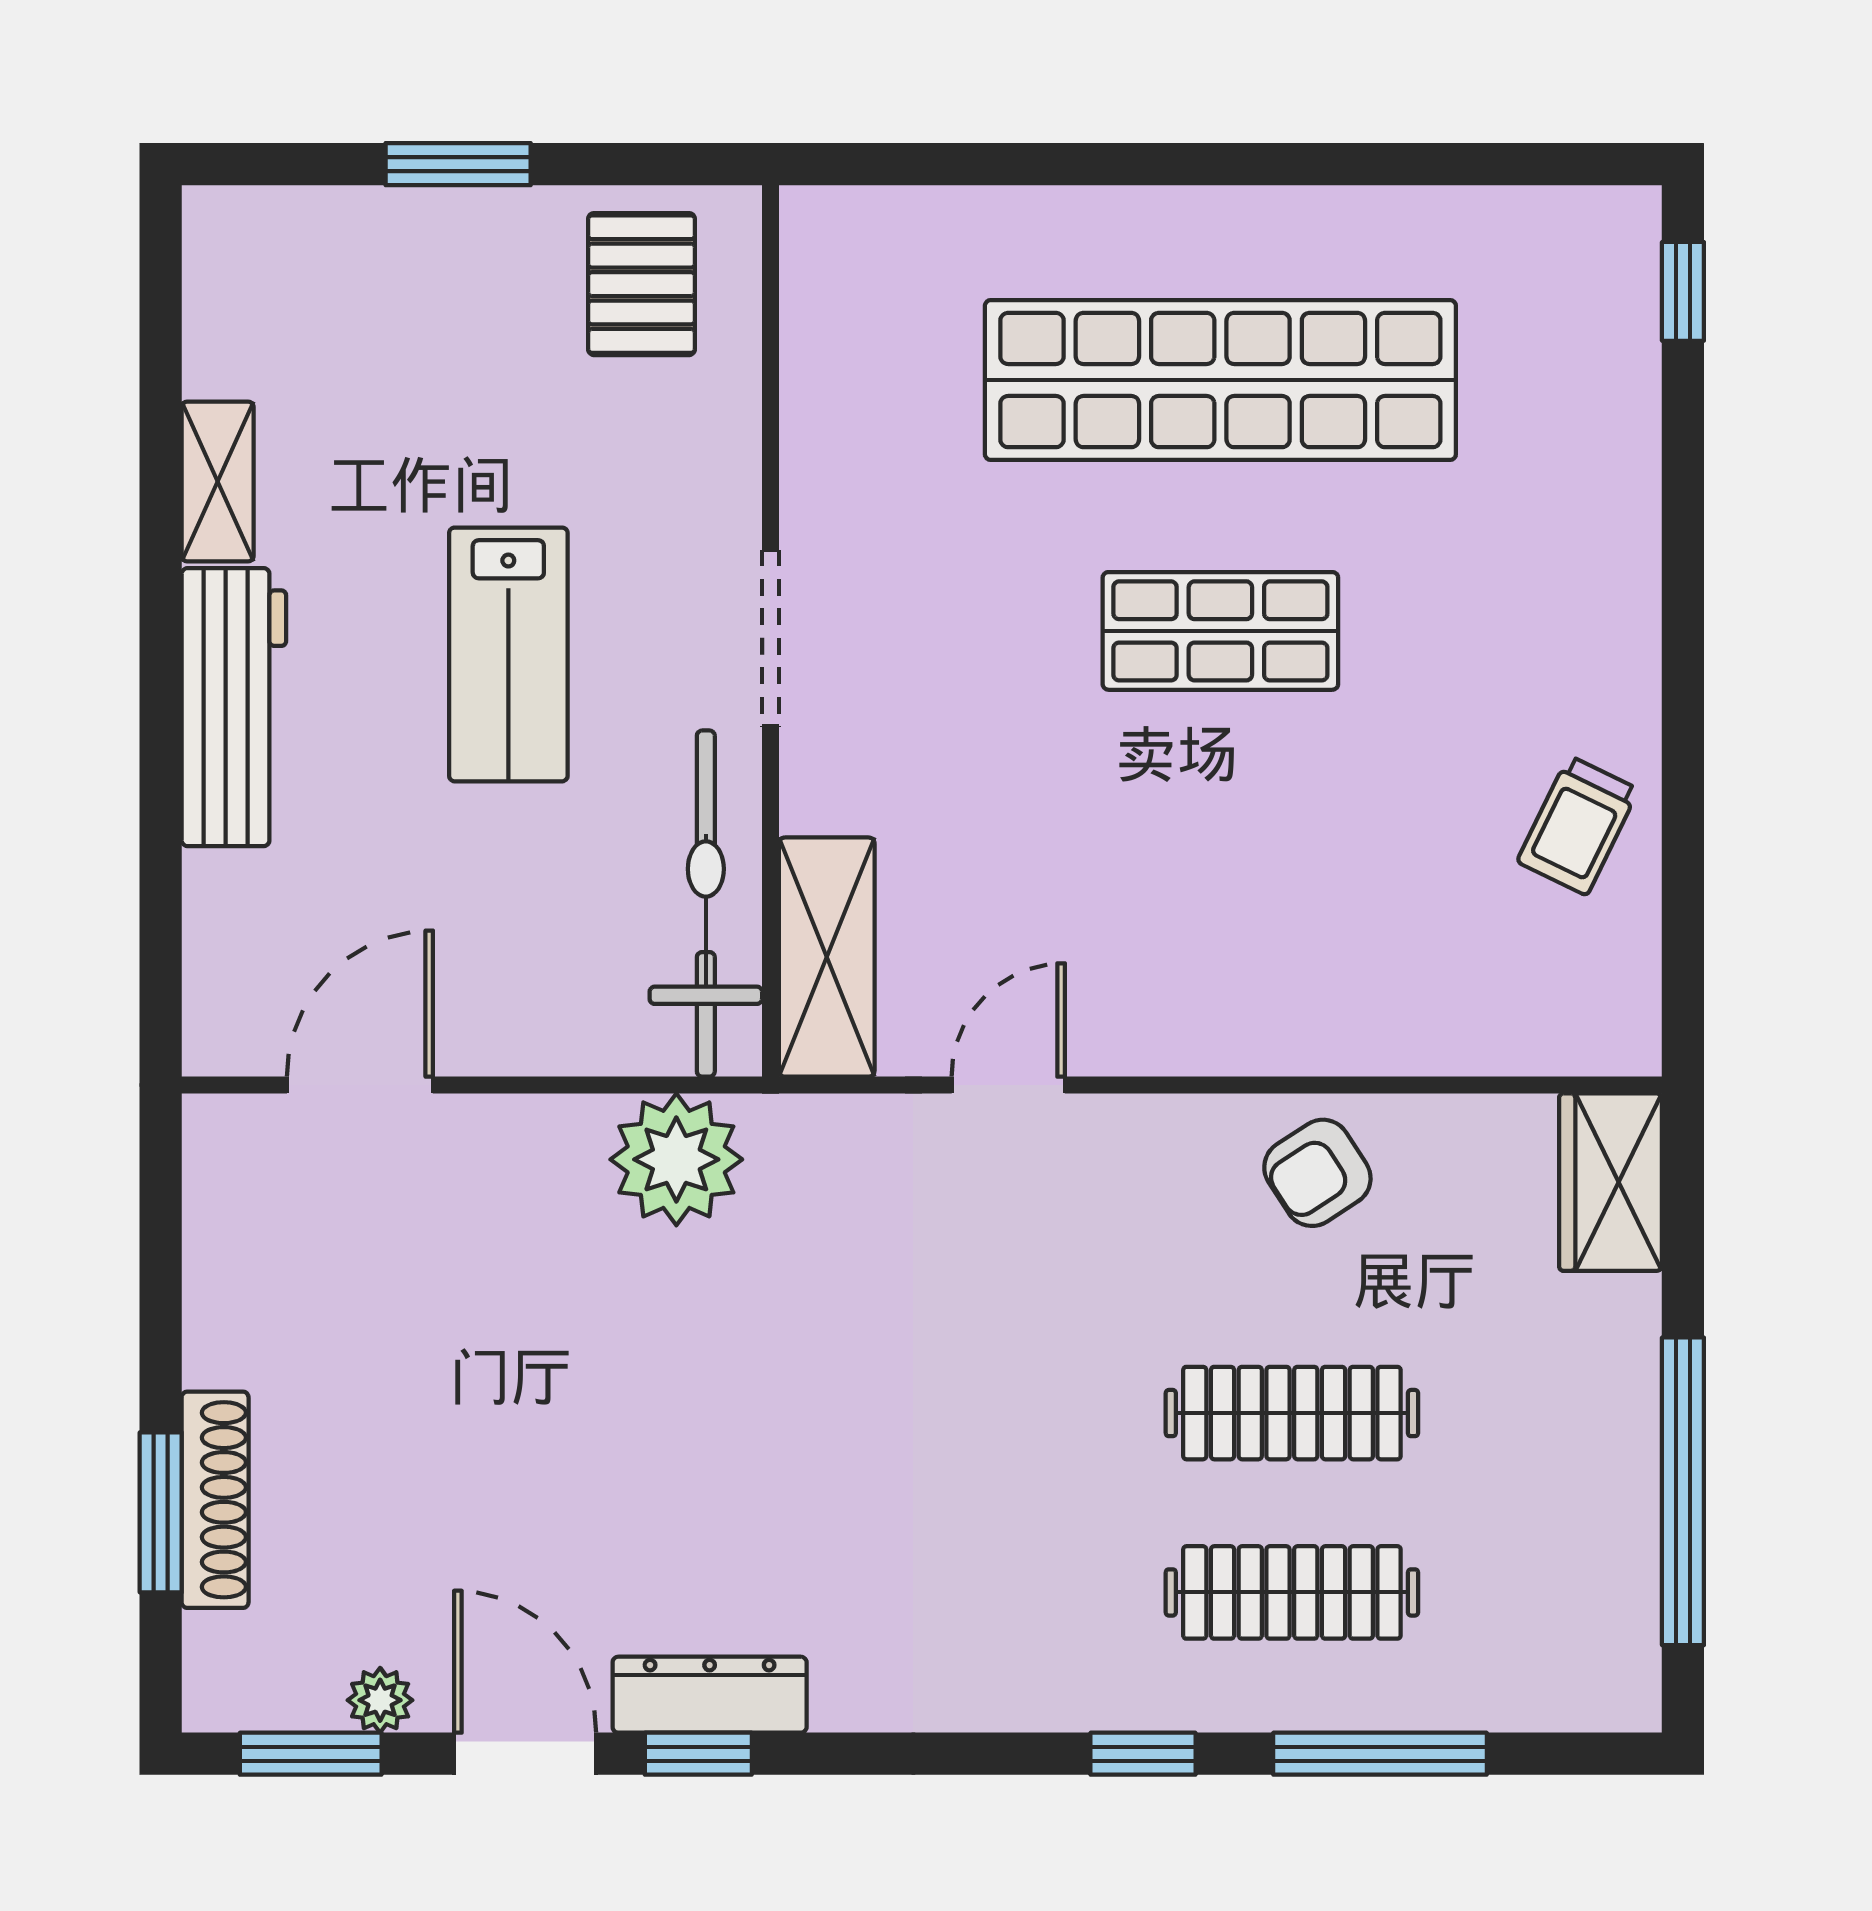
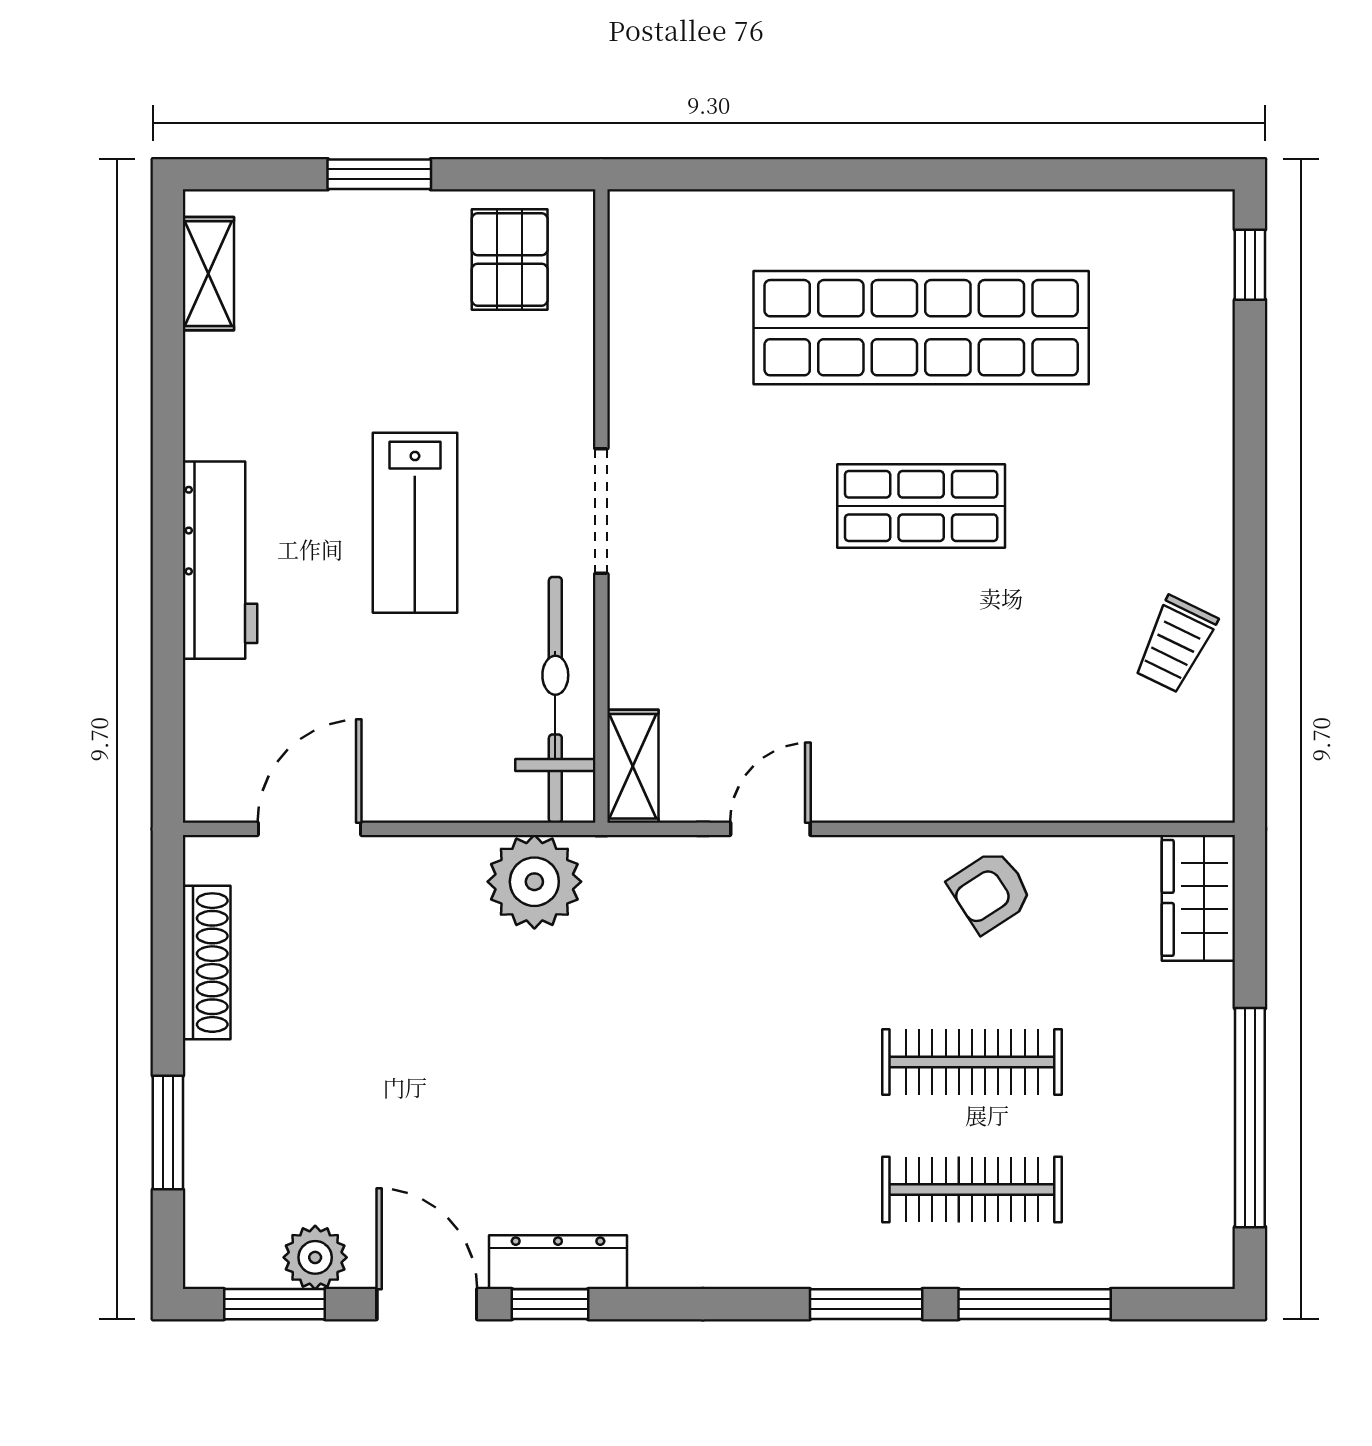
shelving: (218, 482) -> (208, 274), moved
shelving: (827, 957) -> (633, 766), width x0.67, depth x0.75
shoe rack: (215, 1500) -> (207, 963), moved
plant: (380, 1700) -> (315, 1257), width x1.38, depth x1.38
window: (1143, 1754) -> (866, 1304), width x1.50

